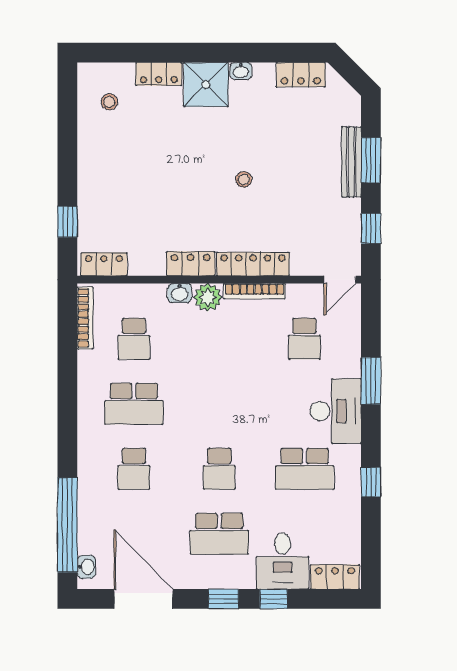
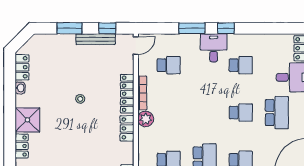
washbasin: (241, 71) -> (20, 88), moved
bench: (351, 162) -> (96, 39), moved
door: (340, 280) -> (136, 46), hinge flipped
washbasin: (180, 293) -> (143, 134), removed
desk: (336, 411) -> (214, 48), width x0.73
school desk: (305, 469) -> (241, 65), width x0.54
window: (371, 482) -> (226, 28), moved

